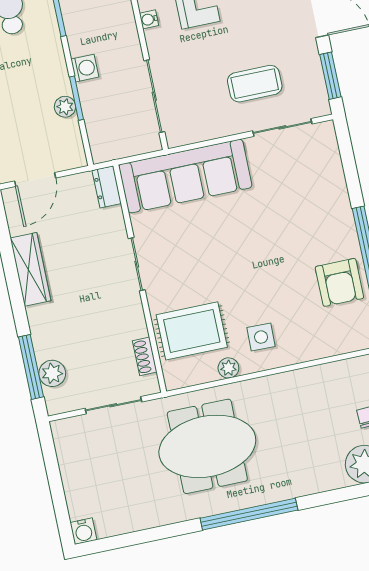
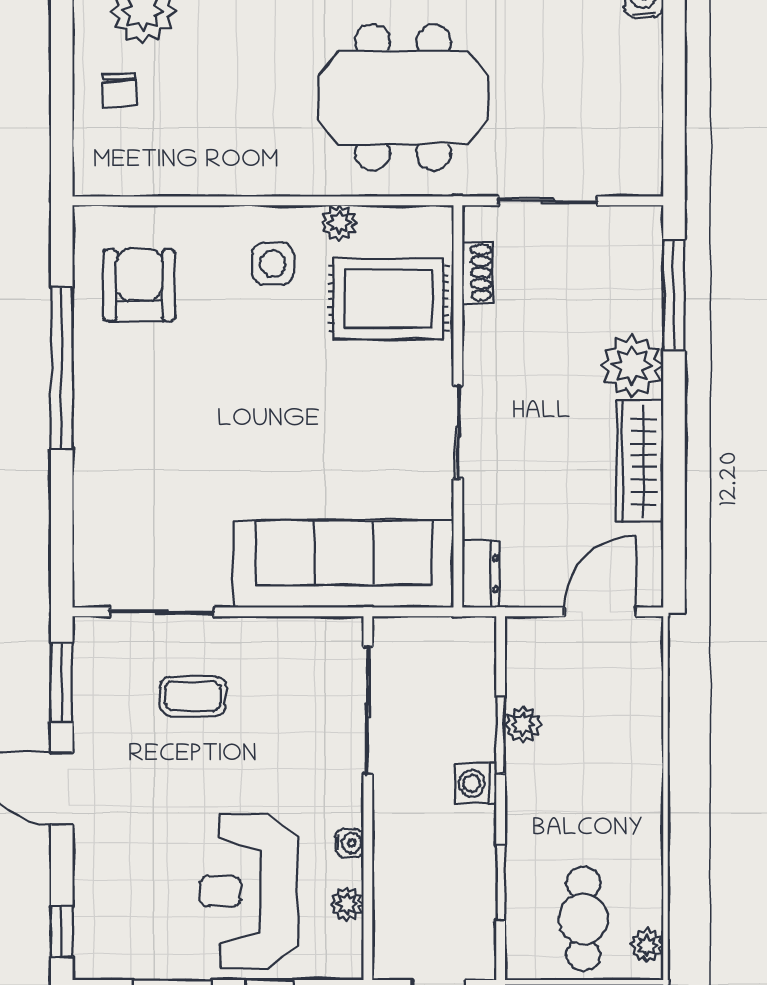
coffee table: (255, 84) -> (193, 696), width x0.73, depth x0.77
armchair: (339, 282) -> (139, 285), moved
plant: (52, 373) -> (632, 365), moved, width x1.36, depth x1.36

